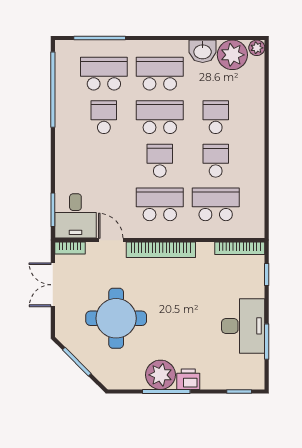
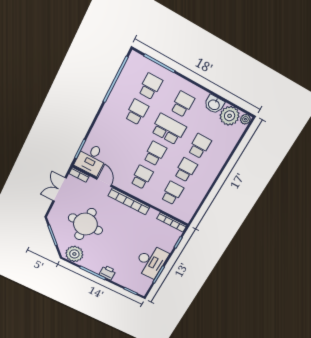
school desk: (104, 74) -> (150, 86), width x0.54
school desk: (160, 74) -> (182, 104), width x0.54
school desk: (160, 204) -> (142, 177), width x0.54
school desk: (216, 204) -> (172, 193), width x0.54
plant: (160, 375) -> (74, 254), moved

